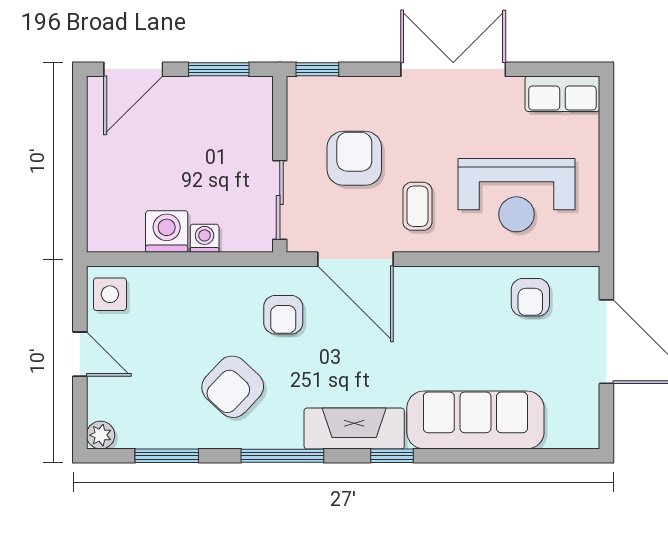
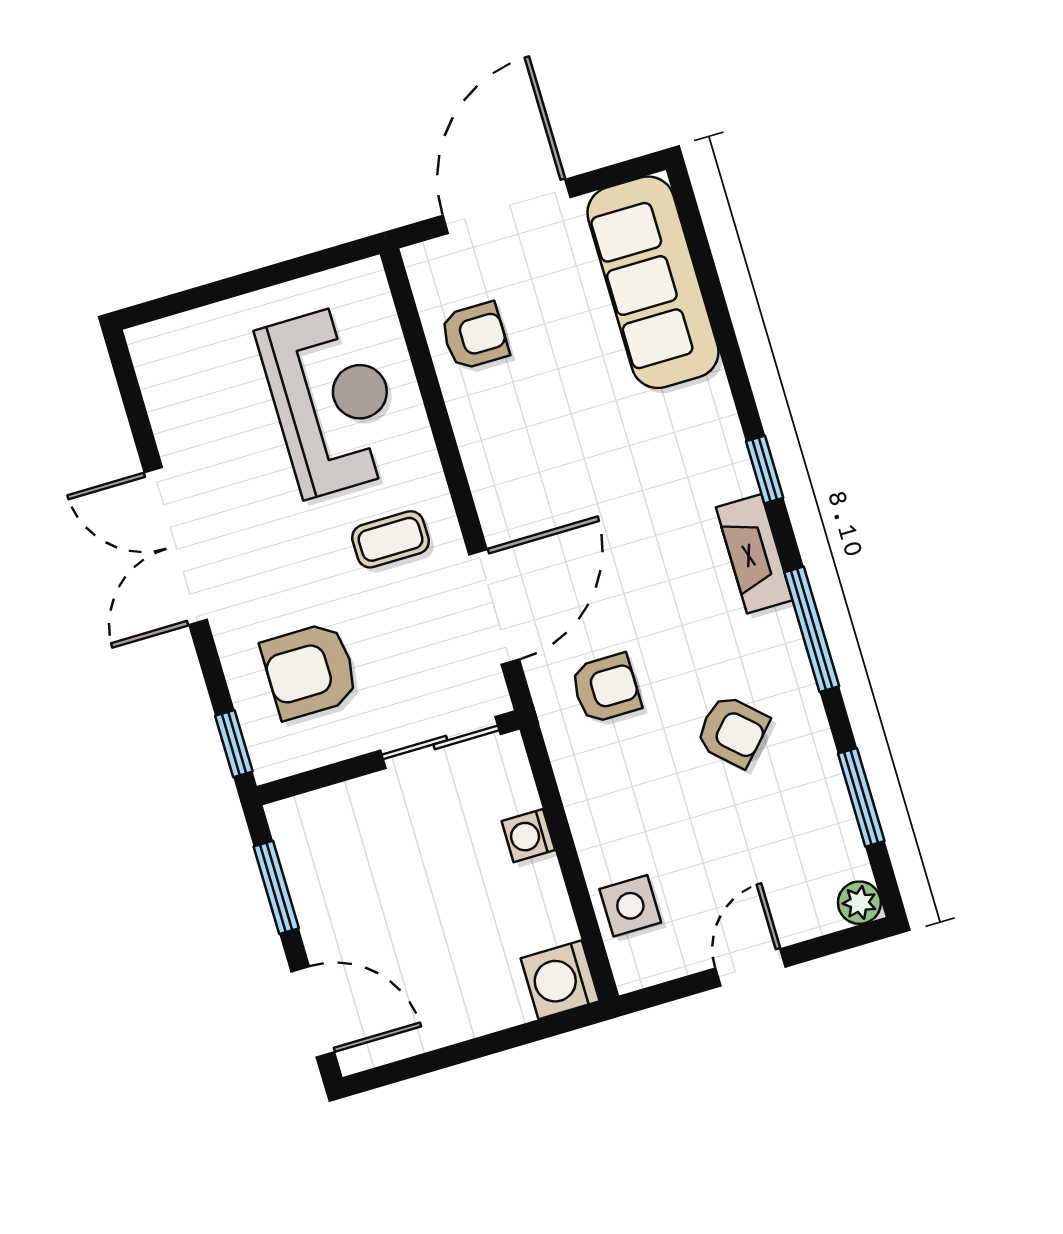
row of seats: (562, 94) -> (165, 376), removed
armchair: (354, 158) -> (310, 671), moved
washing machine: (167, 232) -> (560, 980), moved
side table: (110, 294) -> (630, 906), moved
armchair: (233, 387) -> (732, 731), width x0.72, depth x0.72
sofa: (475, 420) -> (653, 282), moved
fireplace: (354, 429) -> (754, 554), width x0.73, depth x0.76

